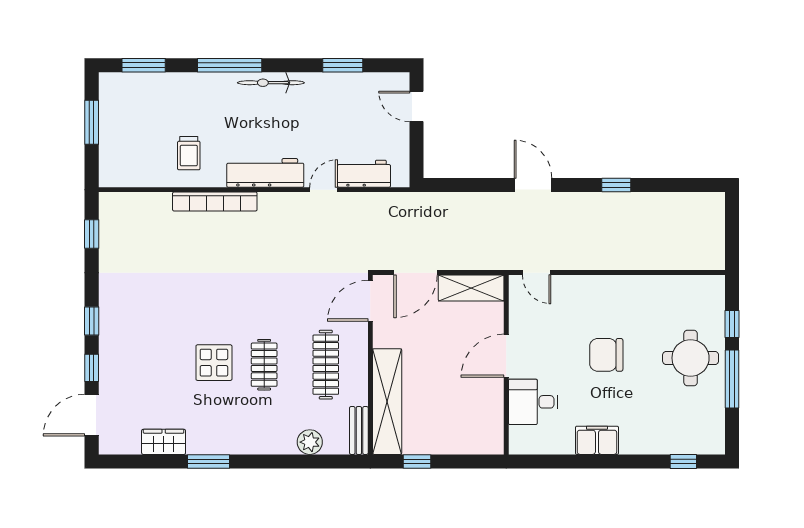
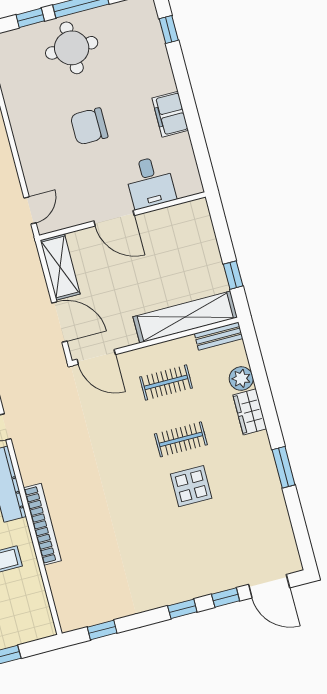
chair: (606, 355) -> (89, 126), turned 90
clothes rail: (326, 365) -> (166, 382), width x0.73
wardrobe: (164, 442) -> (250, 412), moved

